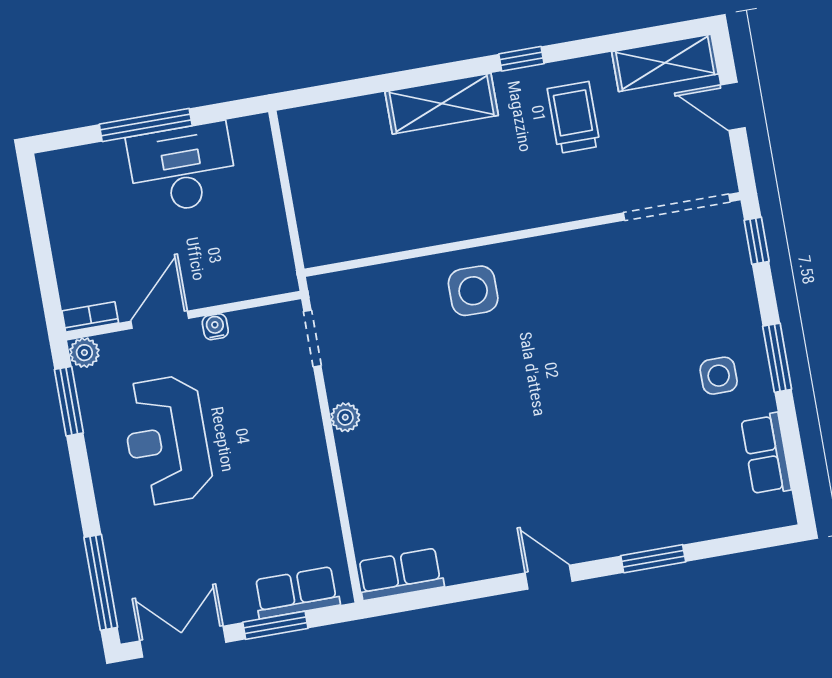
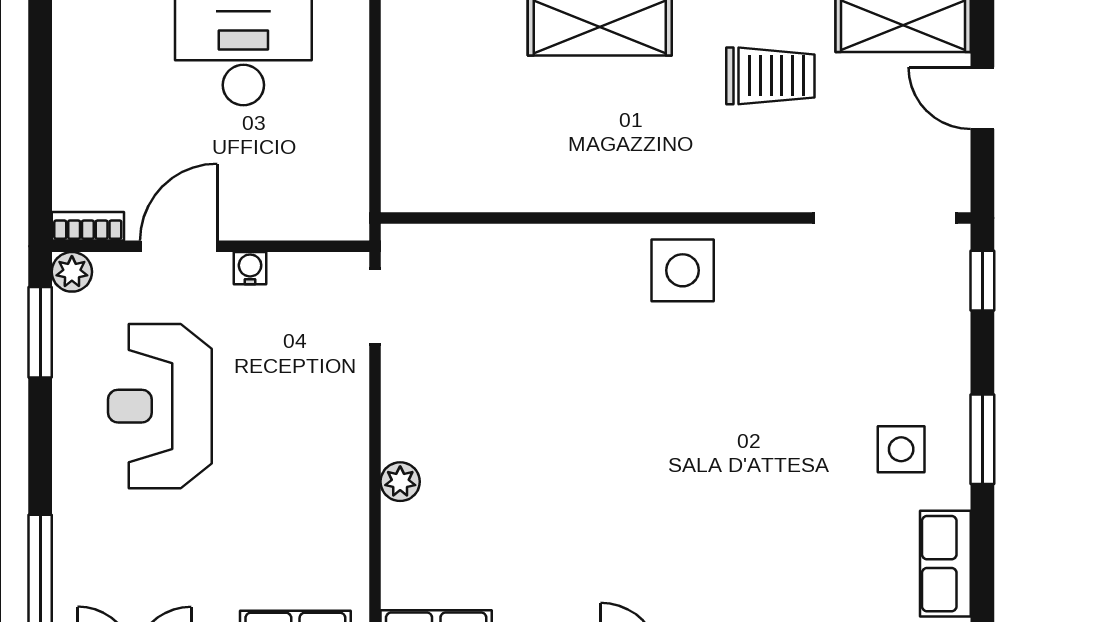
trolley: (574, 117) -> (770, 76), turned 90
side table: (473, 291) -> (683, 270), moved
plant: (345, 417) -> (400, 482), moved

